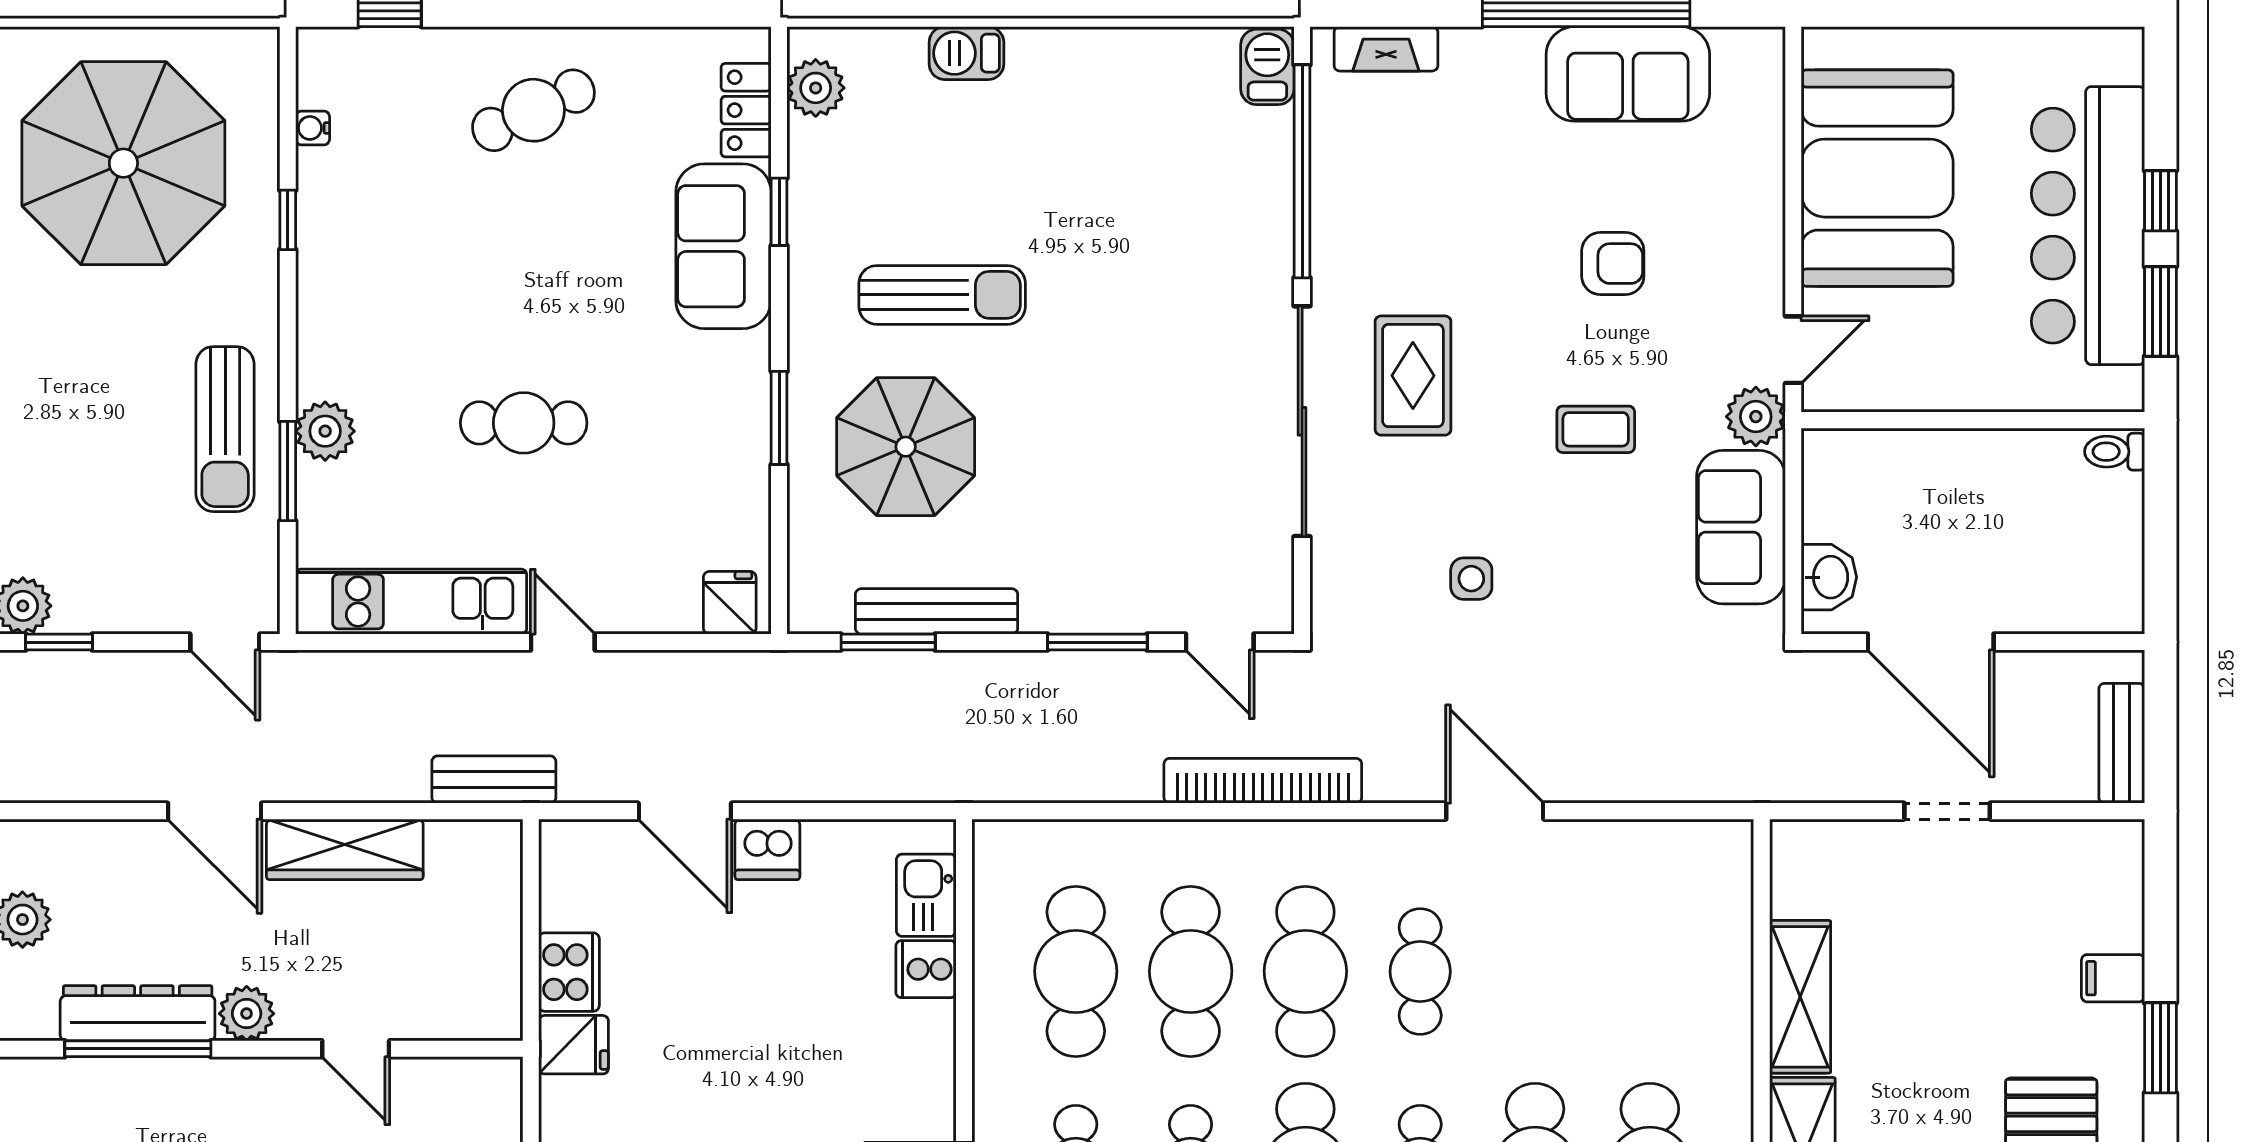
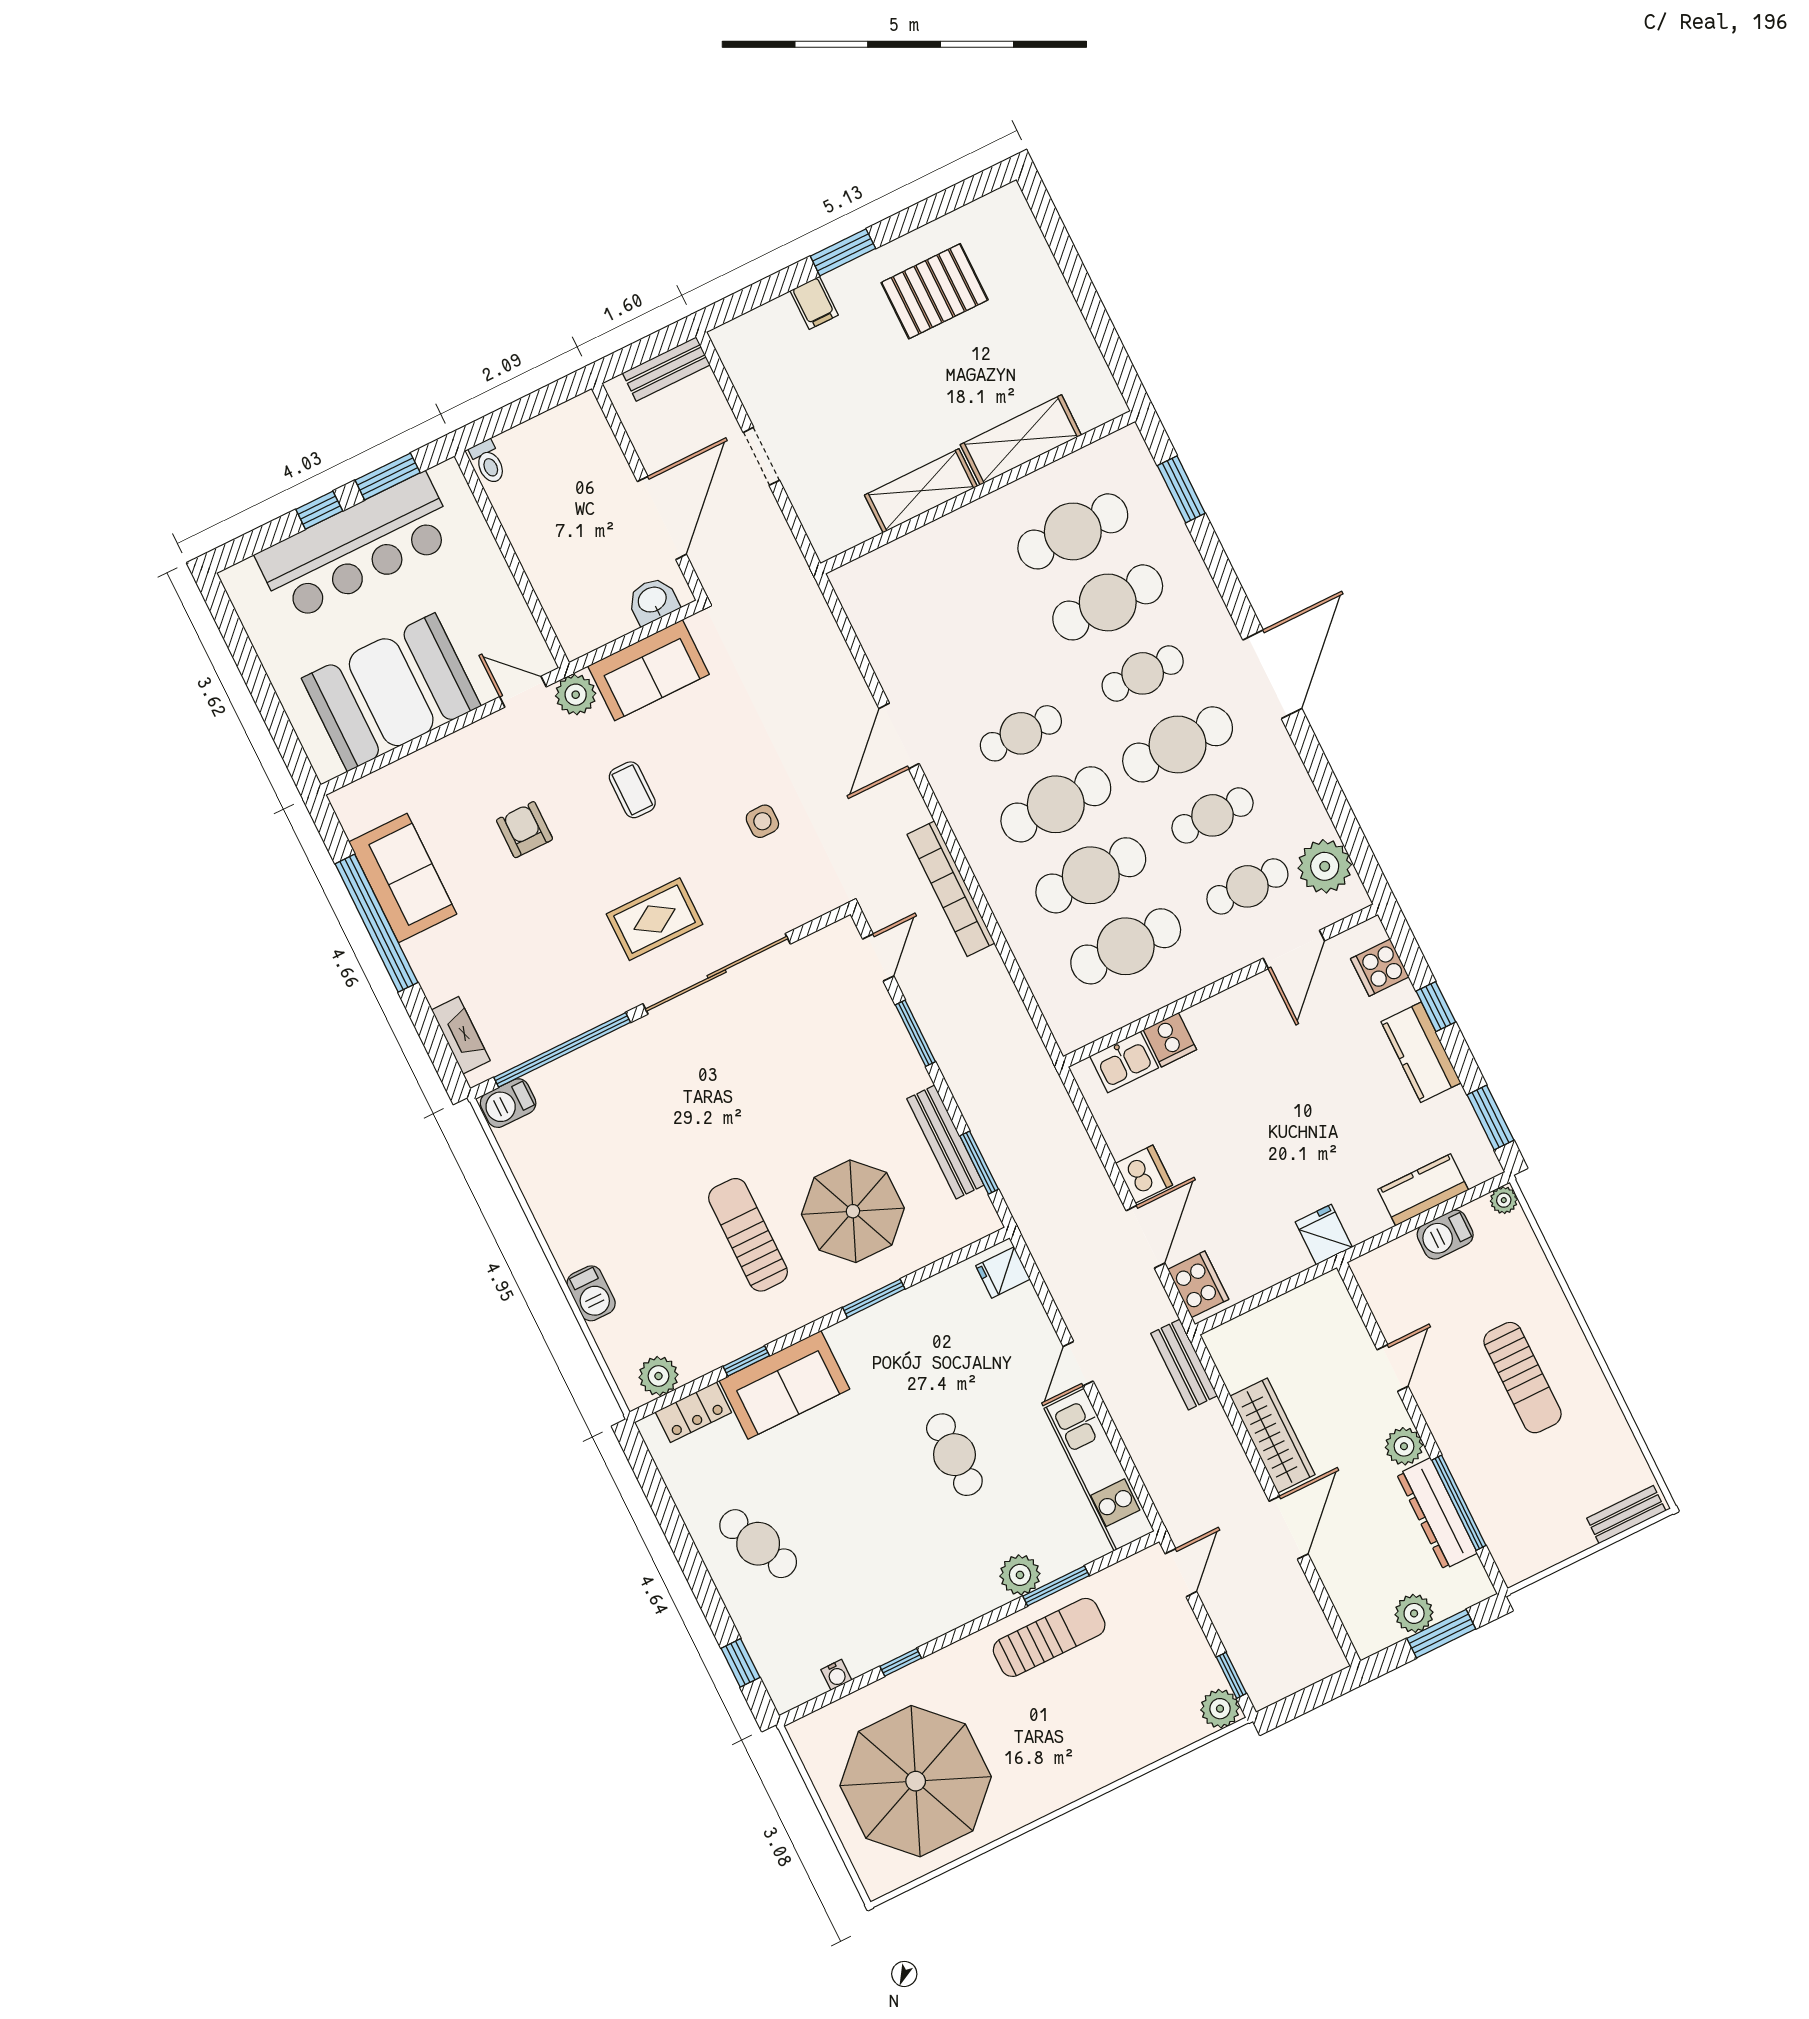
cooker: (569, 972) -> (1198, 1284), moved, turned 90

